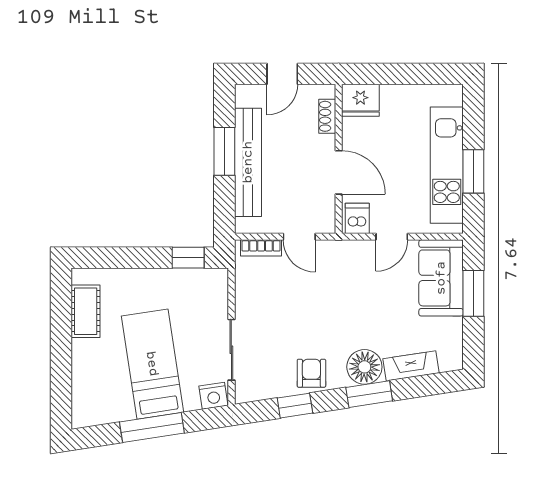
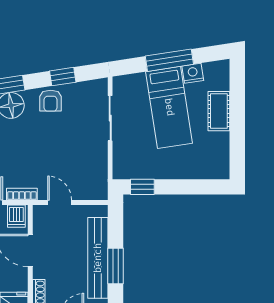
bookcase: (261, 248) -> (22, 194), moved
cot: (86, 311) -> (219, 111), moved
nightstand: (213, 396) -> (193, 73), moved

